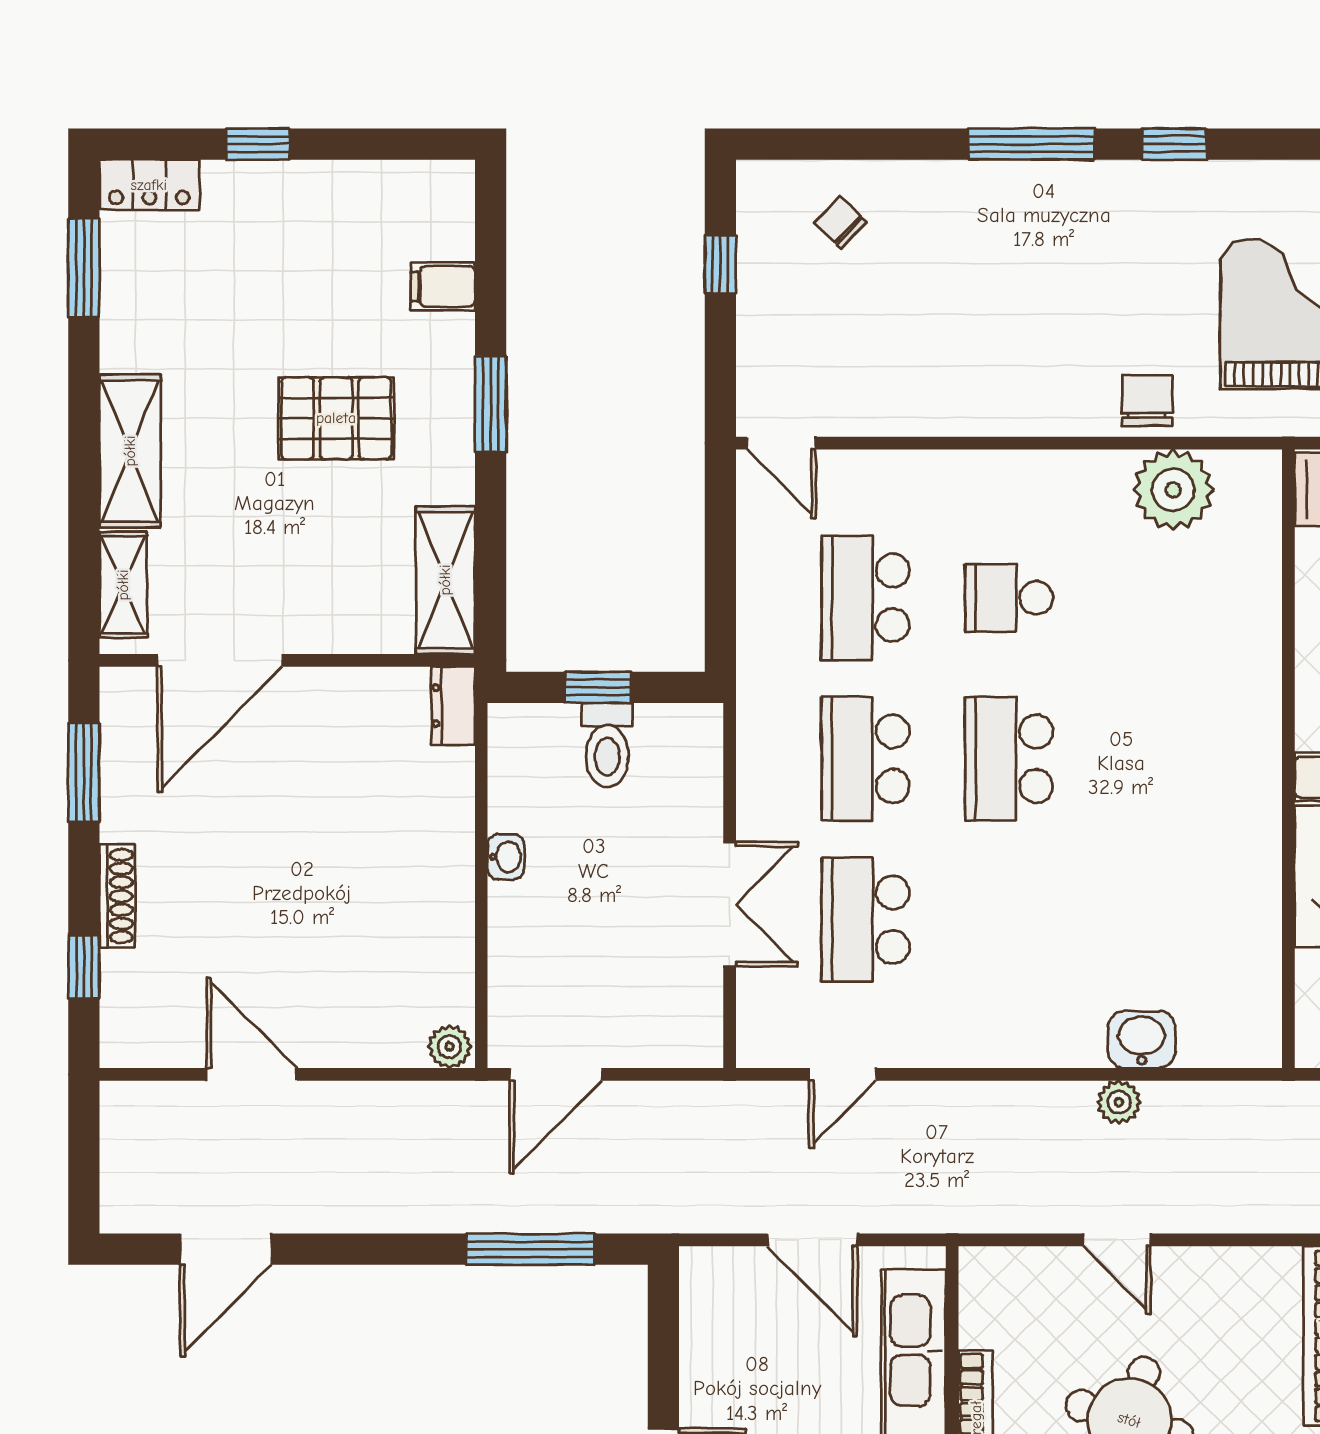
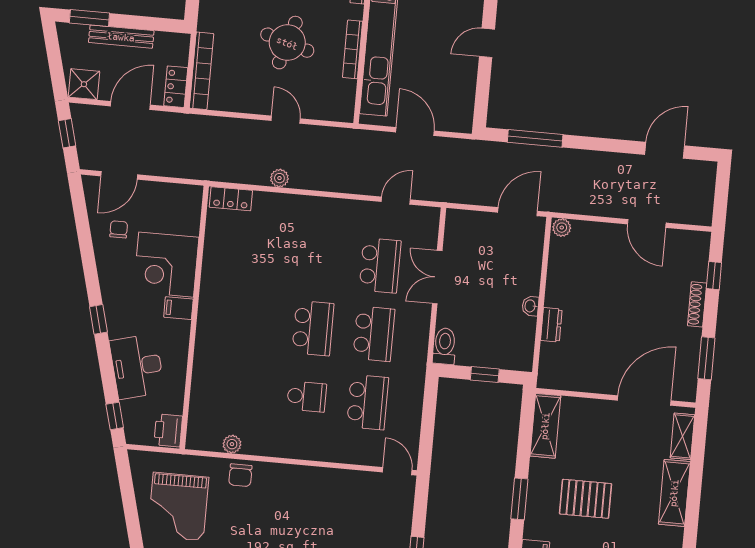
plant: (1173, 490) -> (232, 444), width x0.53, depth x0.53
dresser: (453, 706) -> (551, 325), moved
toilet: (607, 745) -> (445, 346), moved
washbasin: (1142, 1040) -> (267, 204), removed
locker: (1228, 1044) -> (231, 199), added

